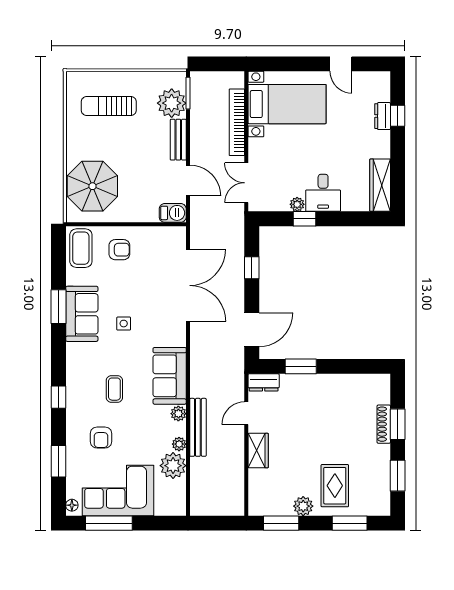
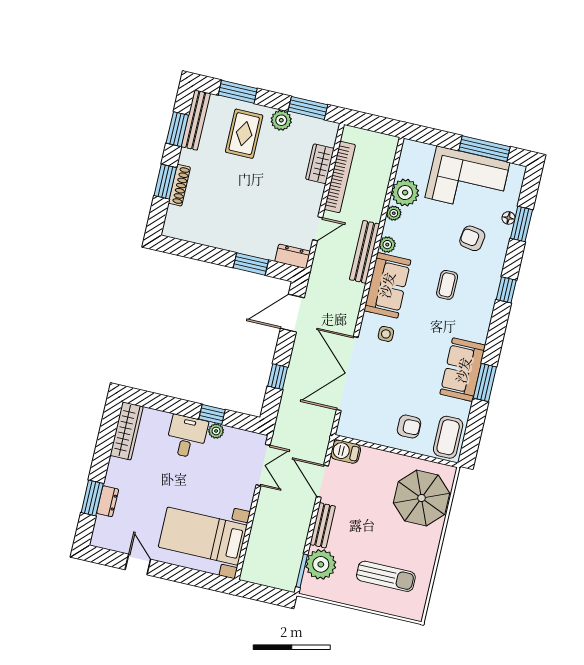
window: (398, 116) -> (92, 498), width x1.50
bookcase: (237, 122) -> (340, 177), moved
armchair: (119, 250) -> (409, 427), turned 180
side table: (124, 324) -> (386, 334), moved
bench: (198, 427) -> (365, 252), moved
armchair: (101, 438) -> (472, 238), turned -81
wardrobe: (258, 451) -> (320, 164), moved
bench: (382, 488) -> (196, 120), added
floor lamp: (72, 505) -> (508, 218), moved

